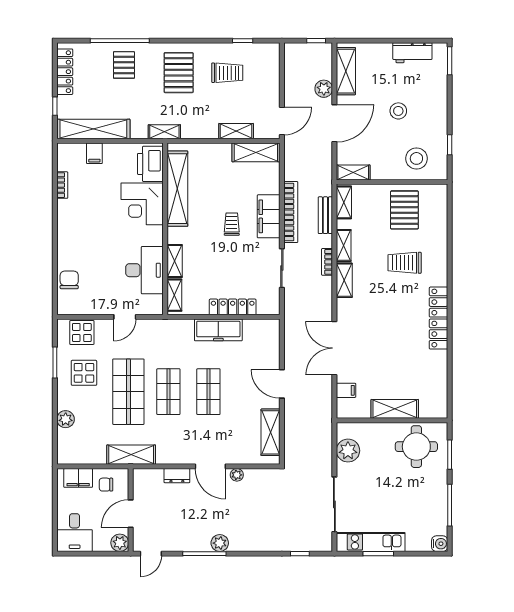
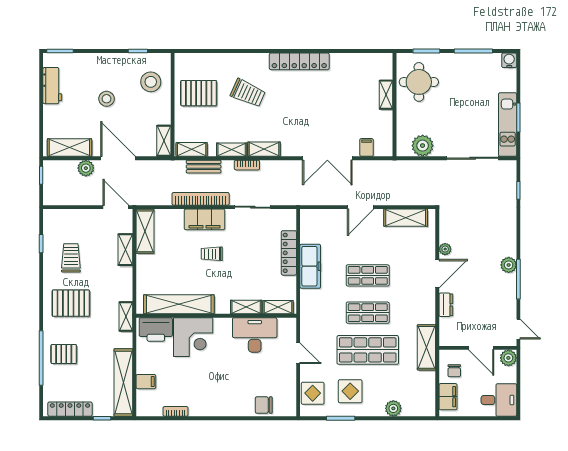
trolley: (405, 263) -> (248, 93), turned -66
shelving: (395, 409) -> (386, 95), width x0.67, depth x0.75

